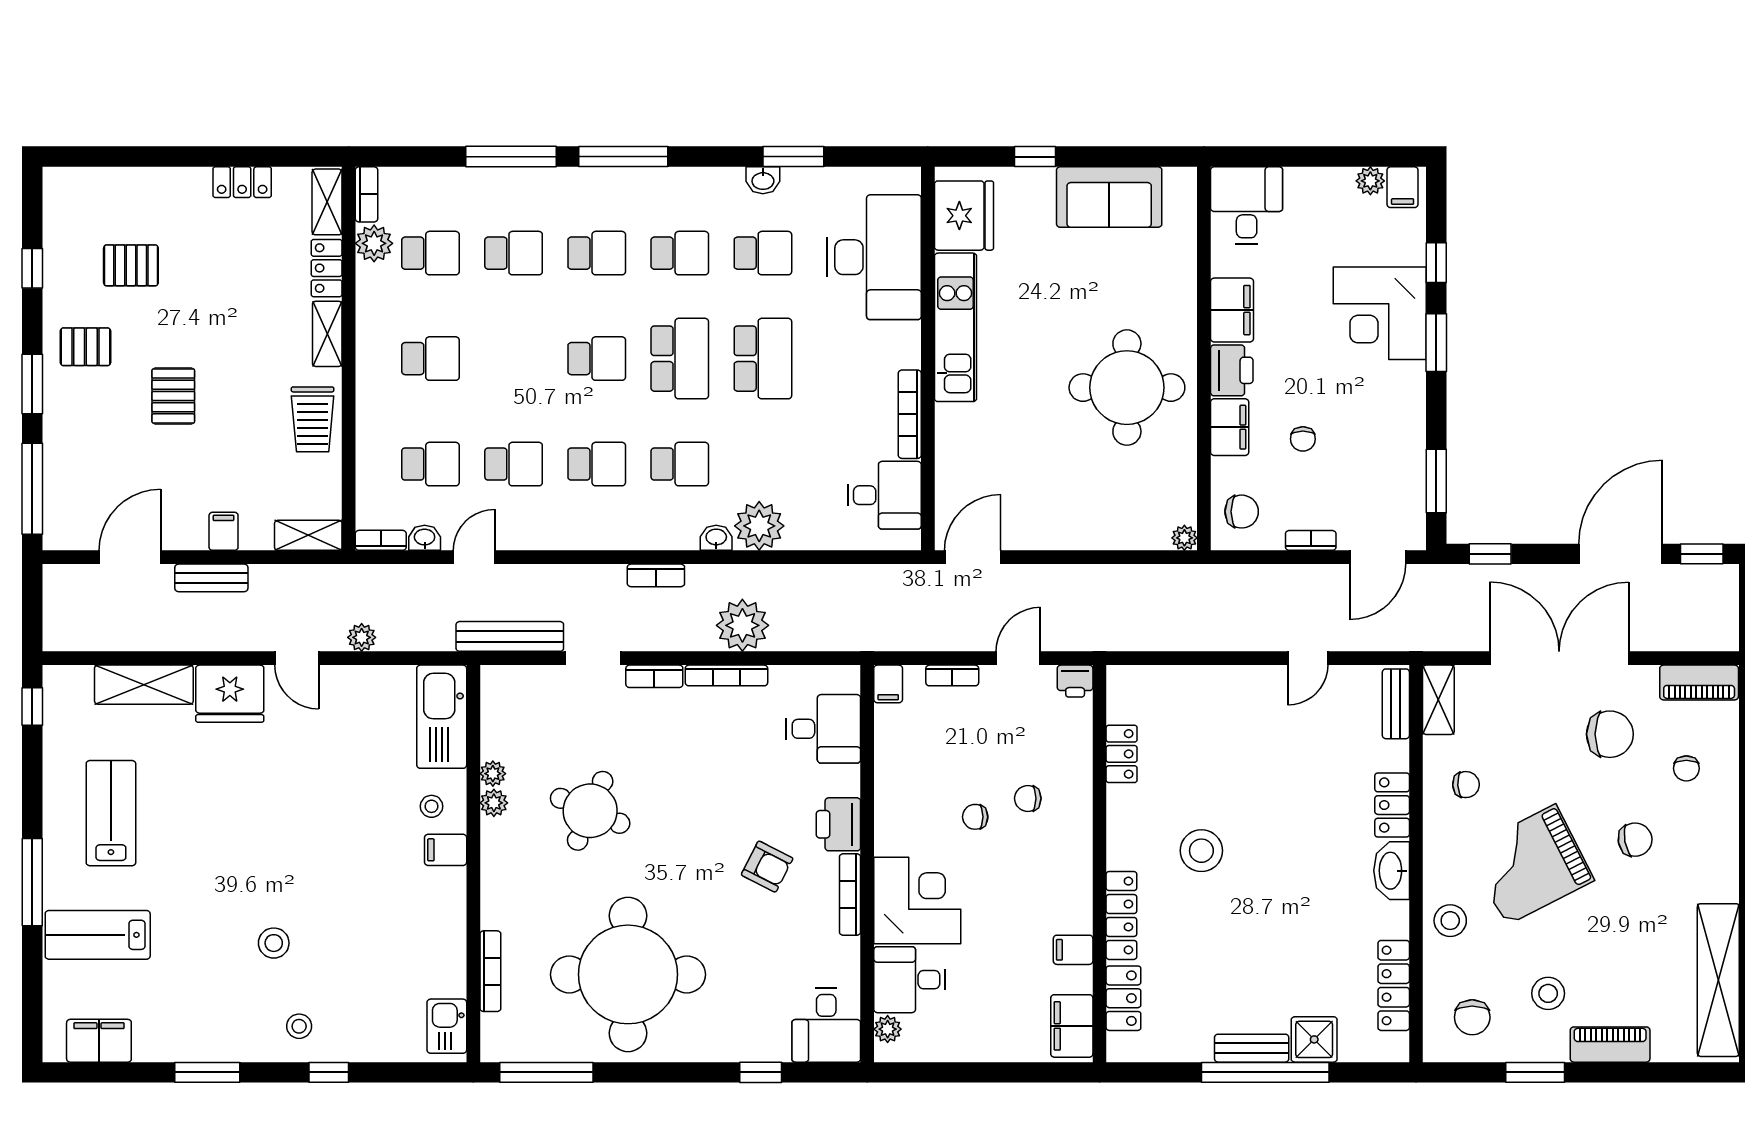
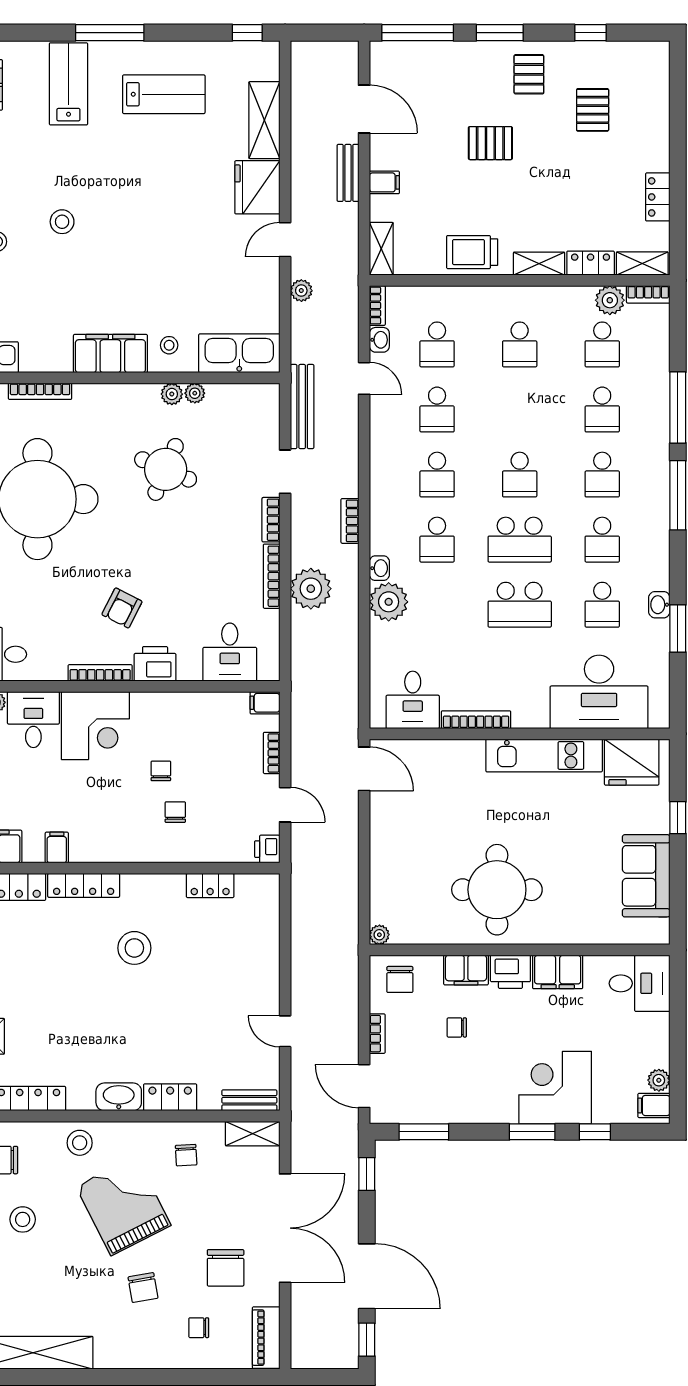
filing cabinet: (446, 850) -> (110, 354), width x3.00, depth x1.17

